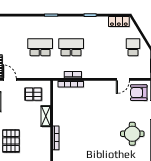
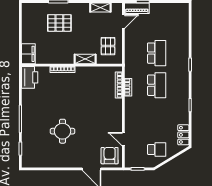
round table: (132, 134) -> (62, 131), moved

